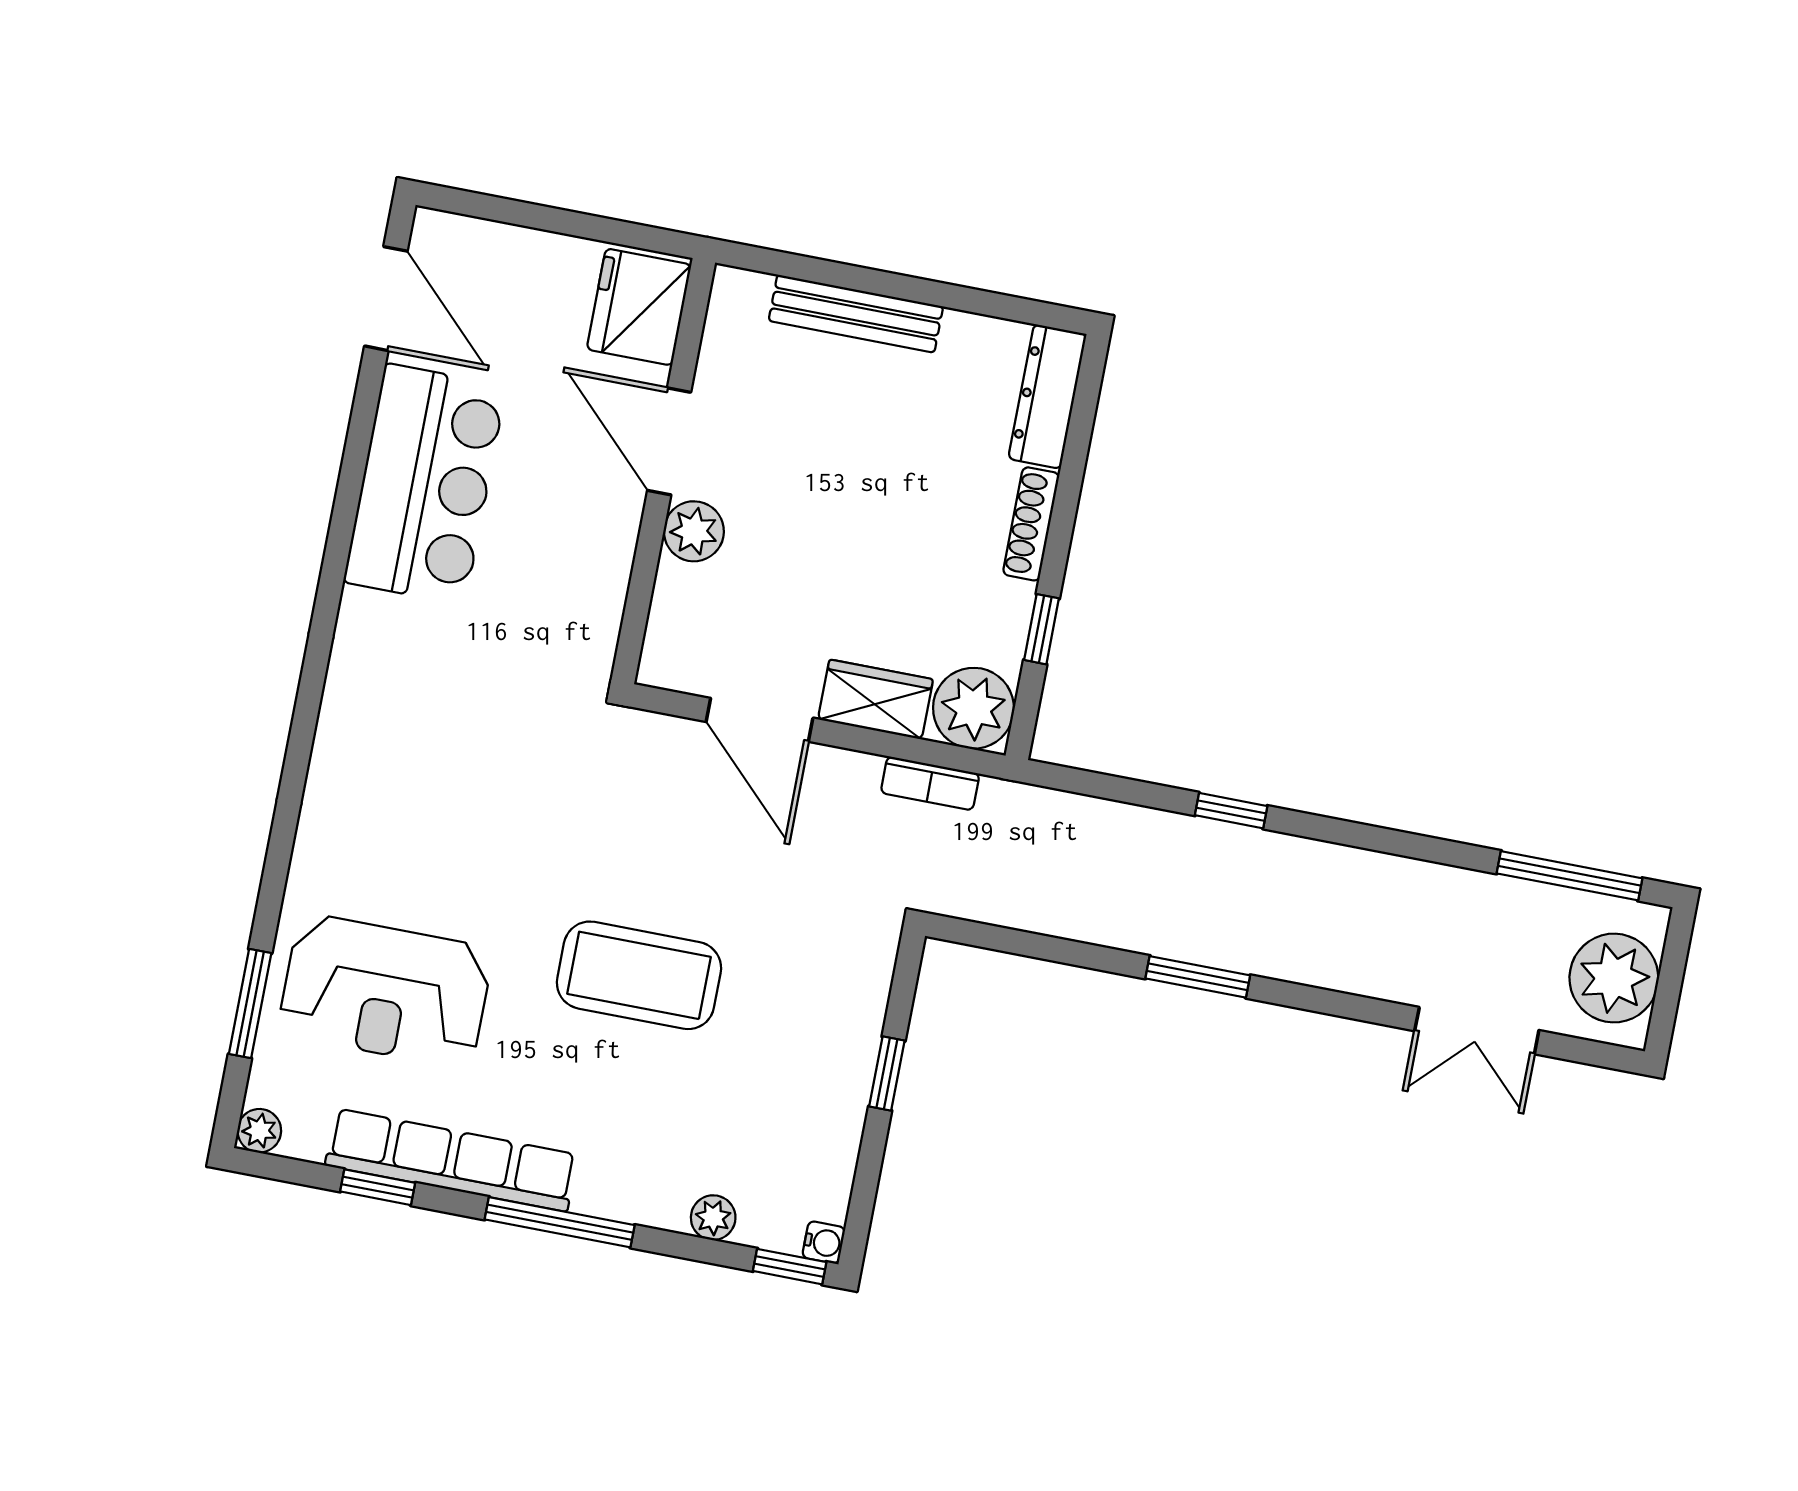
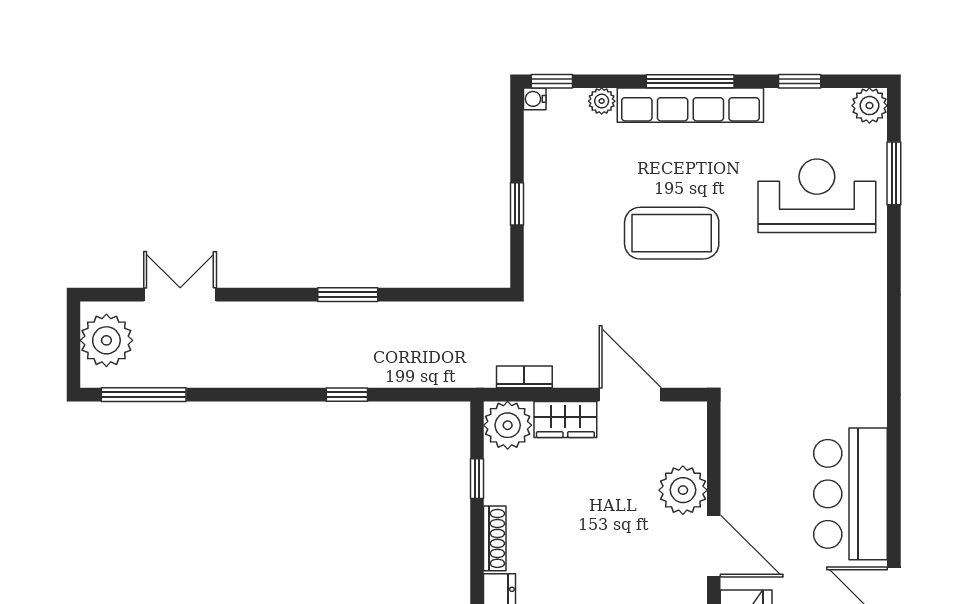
plant: (694, 531) -> (683, 490), width x1.36, depth x1.36
plant: (259, 1131) -> (869, 106), width x1.38, depth x1.38
row of seats: (451, 1160) -> (690, 105), moved

